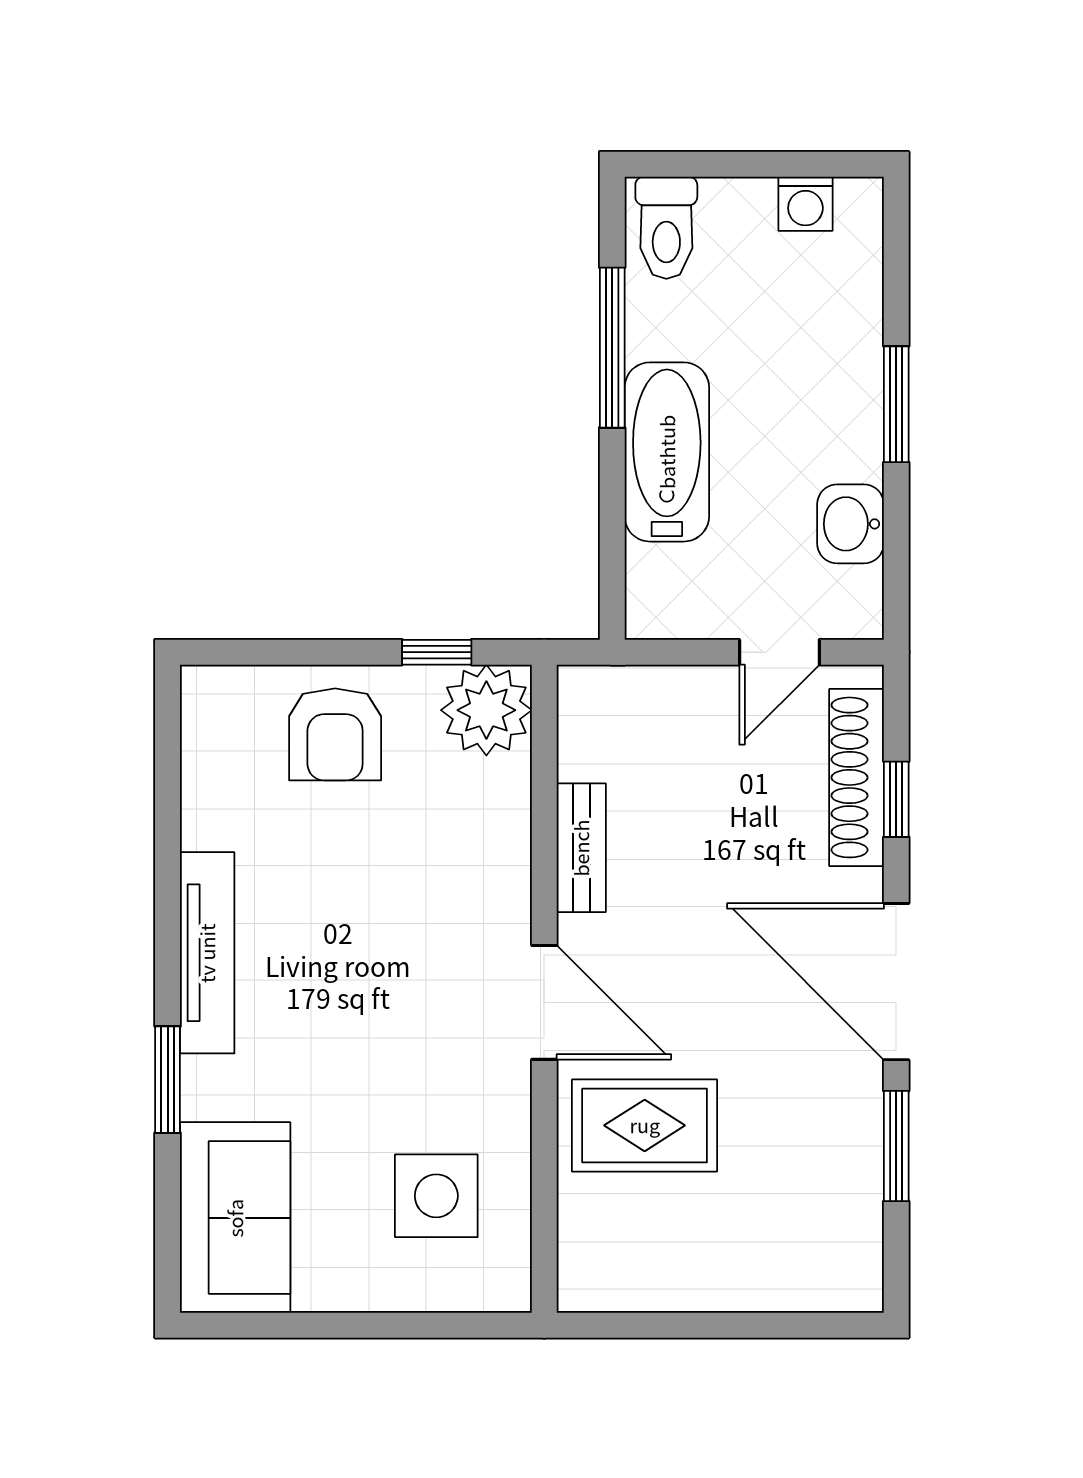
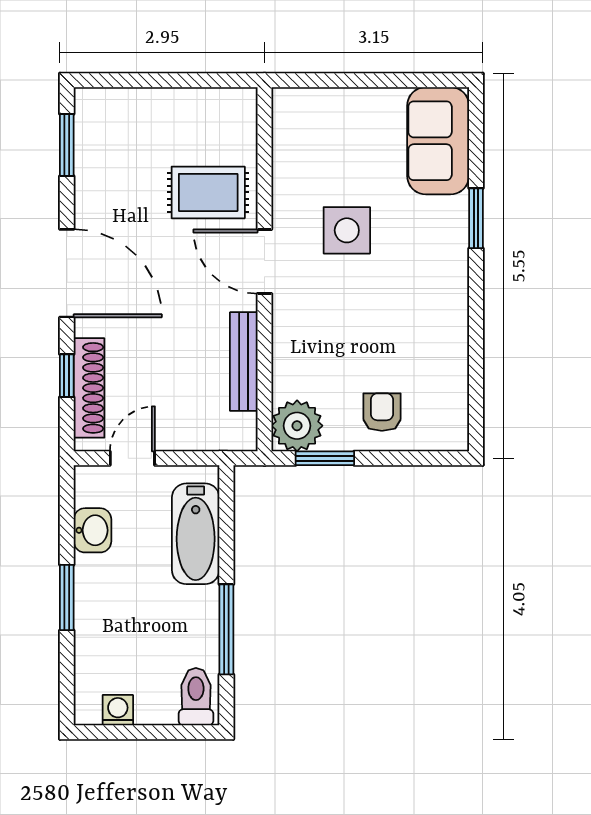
bathtub: (667, 452) -> (196, 534), moved
window: (437, 652) -> (325, 458), width x1.50
armchair: (335, 734) -> (382, 412), width x0.72, depth x0.72
bench: (581, 848) -> (244, 362), width x1.36
tv unit: (207, 953) -> (454, 289), removed
window: (896, 1146) -> (67, 145), moved
side table: (436, 1196) -> (347, 230), moved

